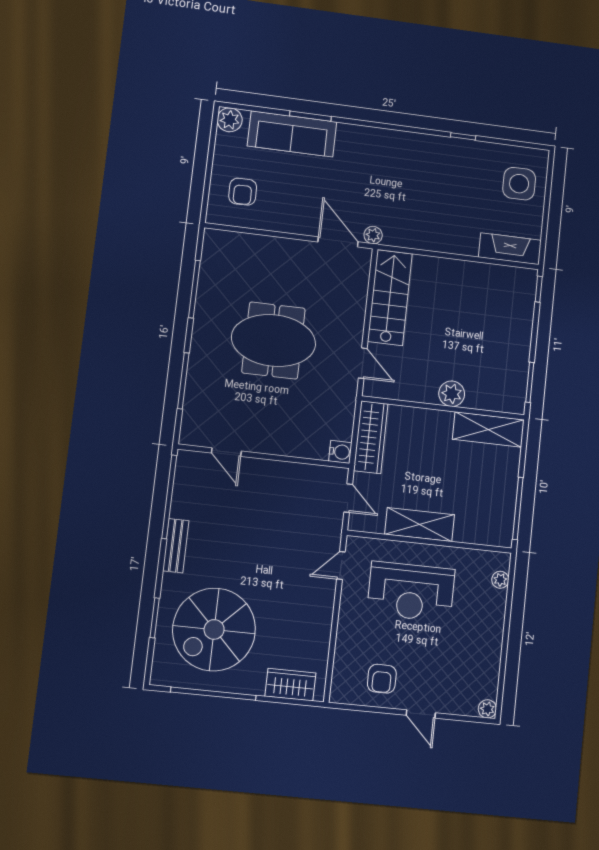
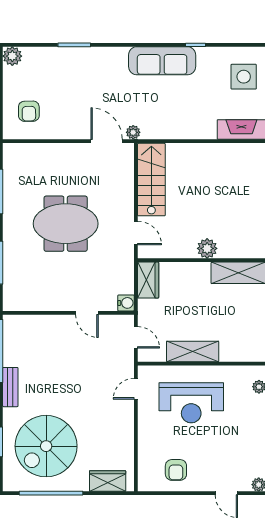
sofa: (292, 134) -> (162, 61), moved
wardrobe: (371, 437) -> (148, 280), width x0.67
door: (226, 452) -> (87, 313), moved
door: (421, 714) -> (226, 493), moved

